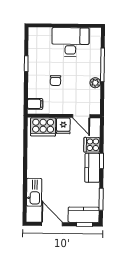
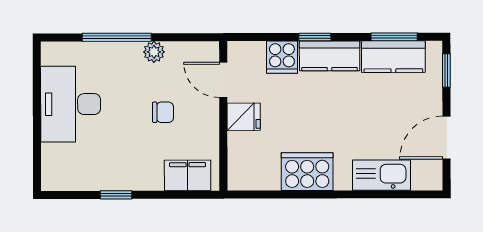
chair: (55, 81) -> (163, 112), moved
filing cabinet: (35, 104) -> (188, 175), width x2.00
door: (81, 116) -> (223, 80), swing flipped
cooker: (43, 127) -> (307, 172), moved, turned -90
kitchen counter: (84, 215) -> (393, 57), moved, turned -90

